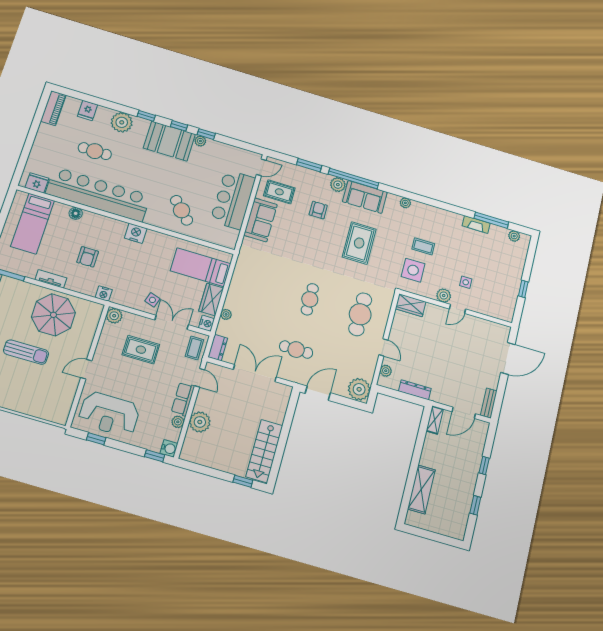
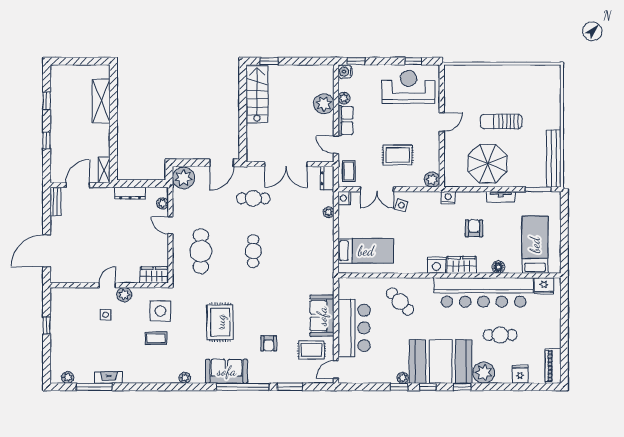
booth: (169, 141) -> (441, 362), width x1.36, depth x1.42
plant: (338, 185) -> (256, 376), removed
wardrobe: (211, 299) -> (461, 265), moved, turned -90

